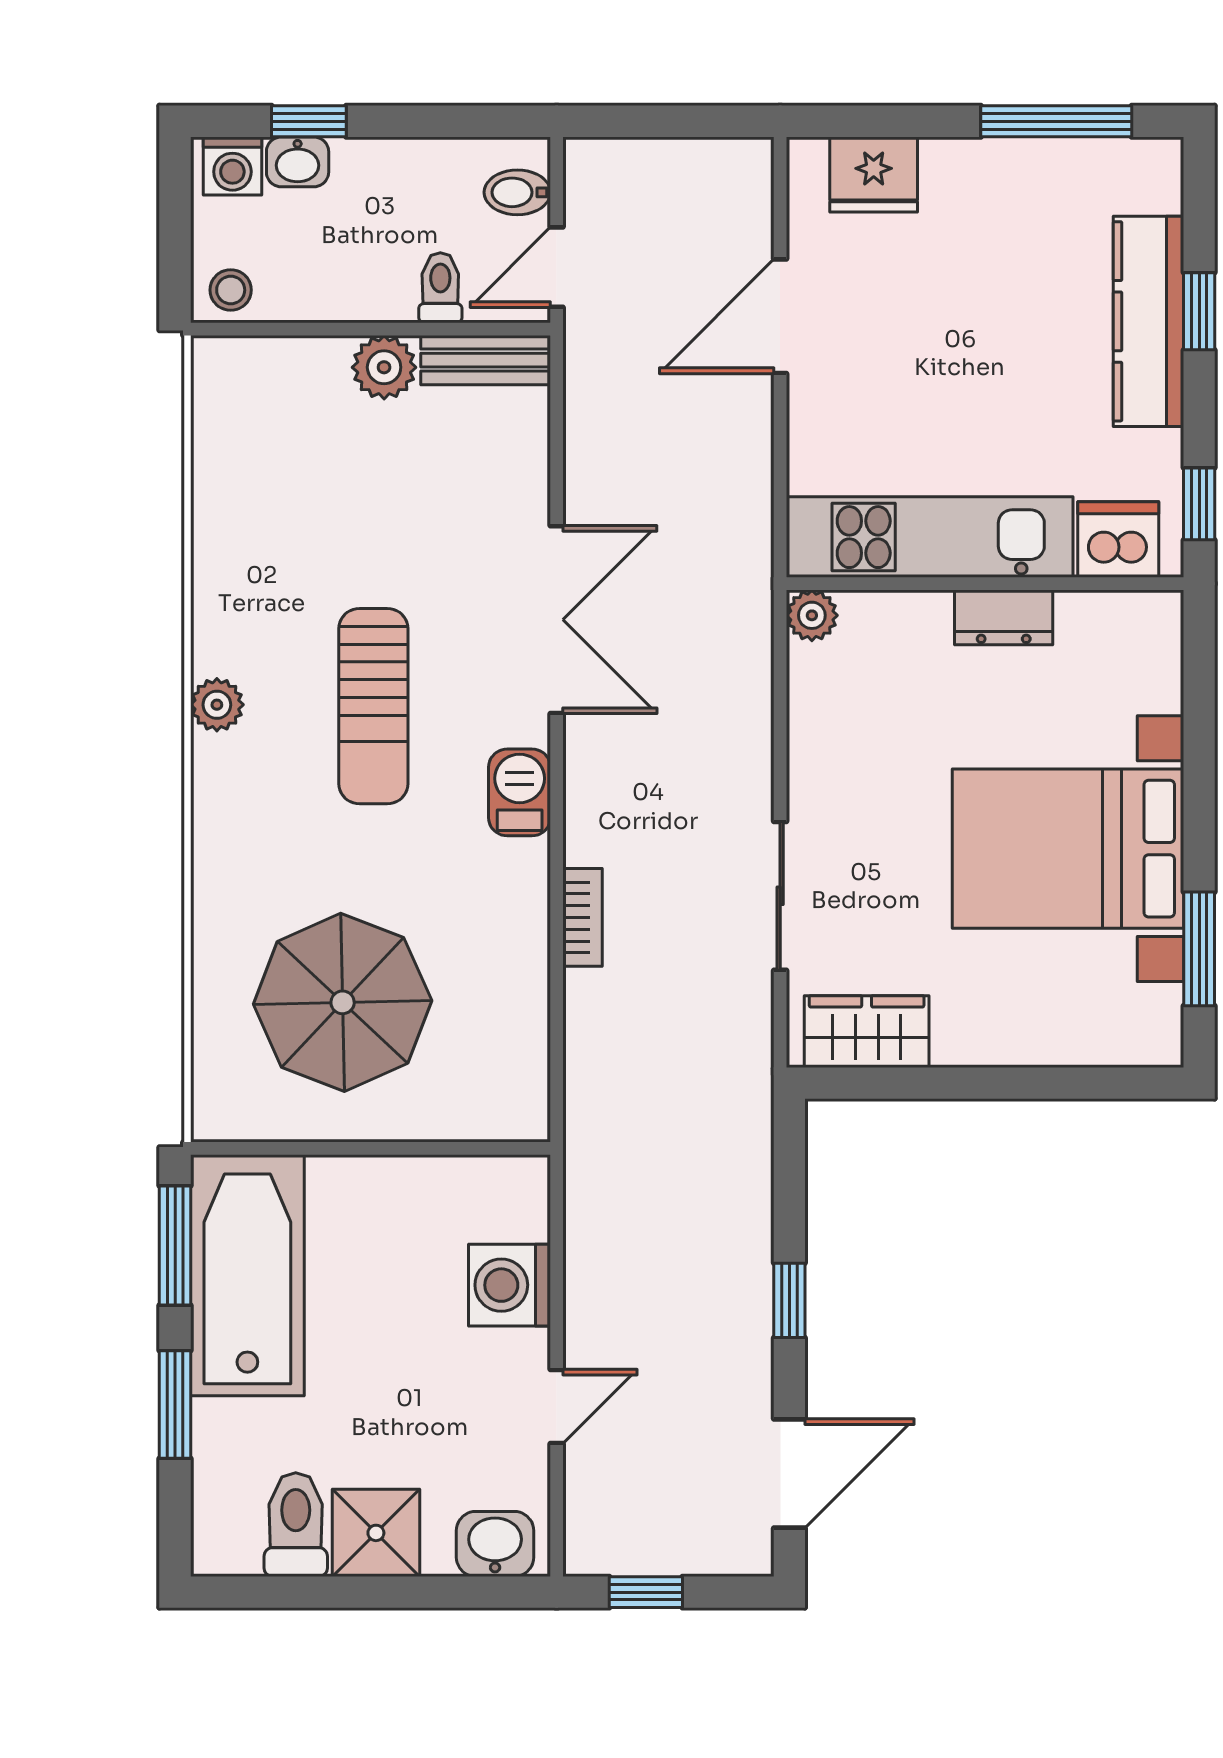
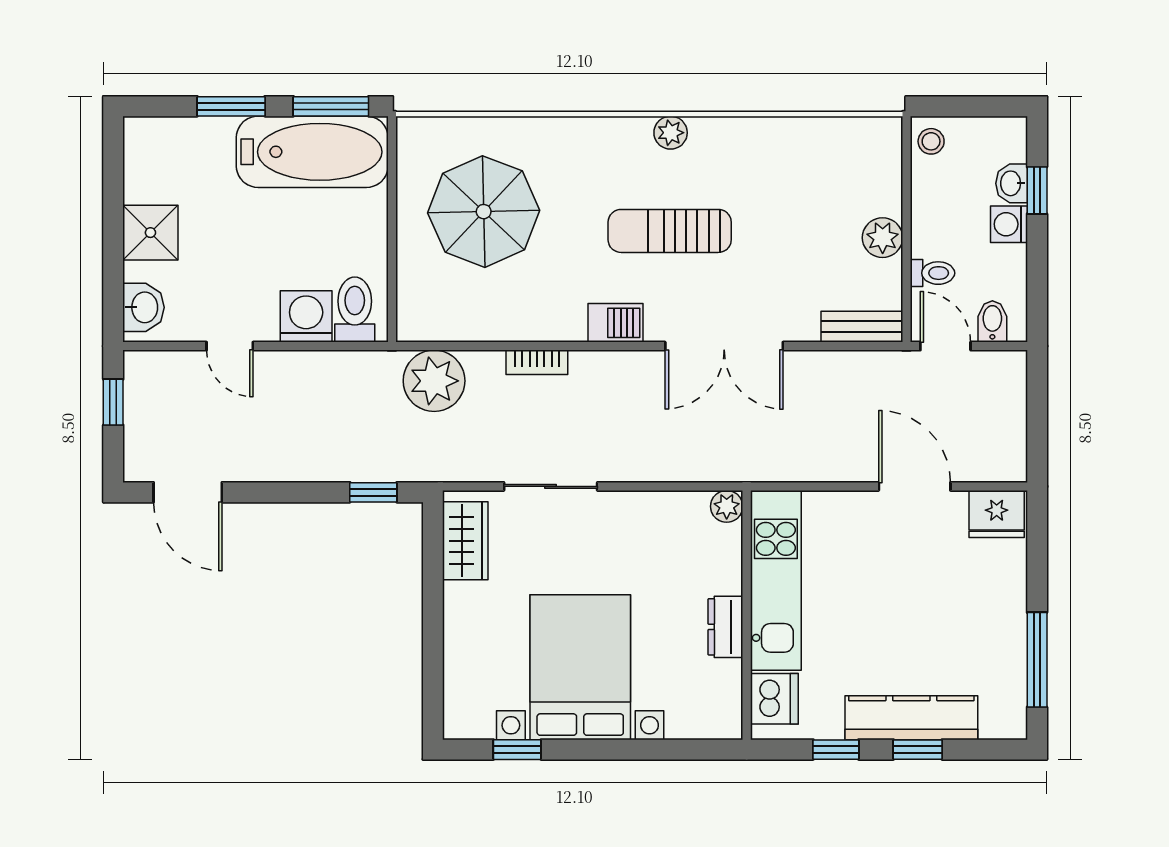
washing machine: (232, 166) -> (1009, 224), moved
fridge: (874, 174) -> (997, 514), moved, turned -90
bench: (486, 360) -> (862, 327), moved, turned 90
window: (1199, 504) -> (836, 750), moved
window: (1199, 949) -> (517, 750), width x0.67
plant: (612, 1081) -> (434, 381), added
window: (789, 1300) -> (373, 492), moved
toilet: (296, 1525) -> (355, 310), moved, turned -90

